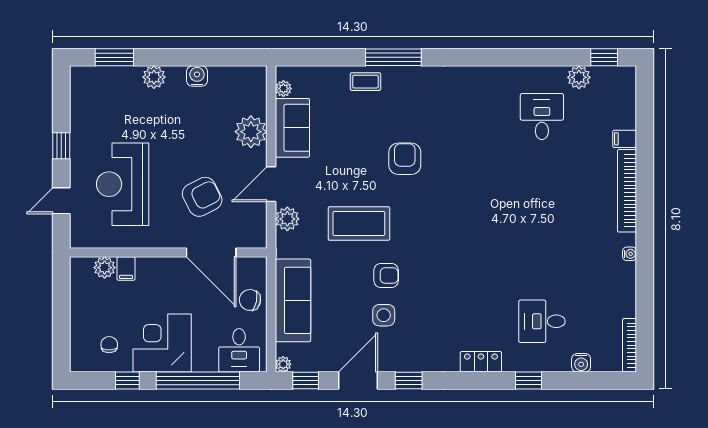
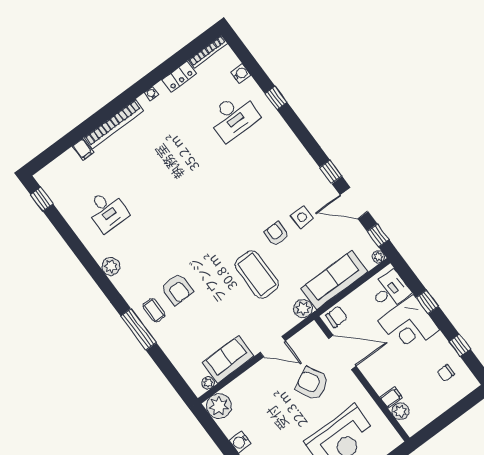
plant: (579, 77) -> (111, 266), moved
coffee table: (365, 82) -> (154, 310), moved
desk: (542, 117) -> (107, 211), turned -90
plant: (251, 132) -> (219, 406), moved
armchair: (405, 159) -> (177, 289), moved, turned -90
plant: (287, 219) -> (303, 309), moved
door: (211, 252) -> (342, 352), hinge flipped
chair: (250, 300) -> (337, 317), moved, turned -102
desk: (542, 321) -> (233, 117), width x1.37
corner desk: (162, 343) -> (409, 325), moved
locker: (481, 362) -> (179, 76), moved, turned -90
window: (198, 381) -> (427, 302), width x0.32

